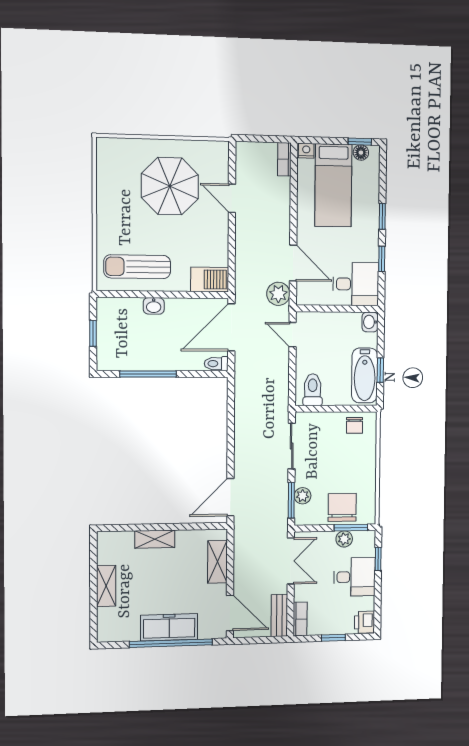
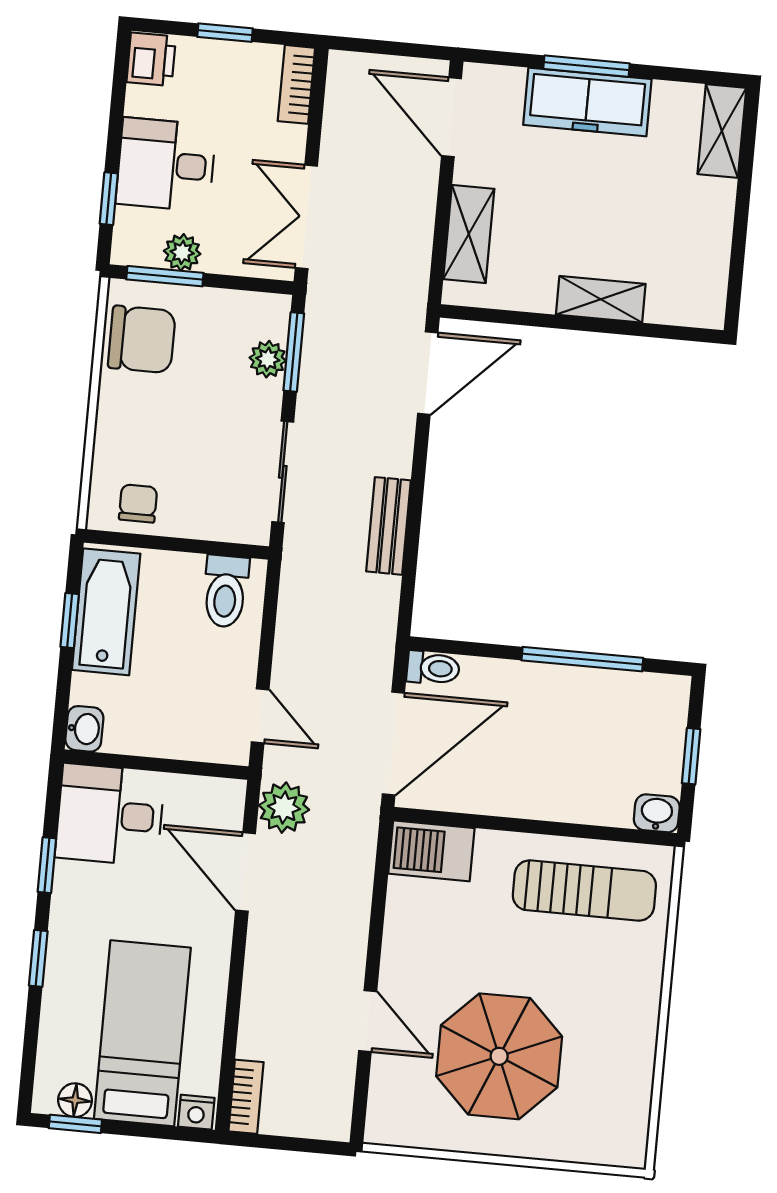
washbasin: (154, 306) -> (657, 813), moved
chair: (342, 507) -> (142, 339), moved, turned -90
shelving: (106, 586) -> (722, 131), moved
bench: (279, 616) -> (389, 526), moved
window: (171, 643) -> (586, 66), width x0.47

